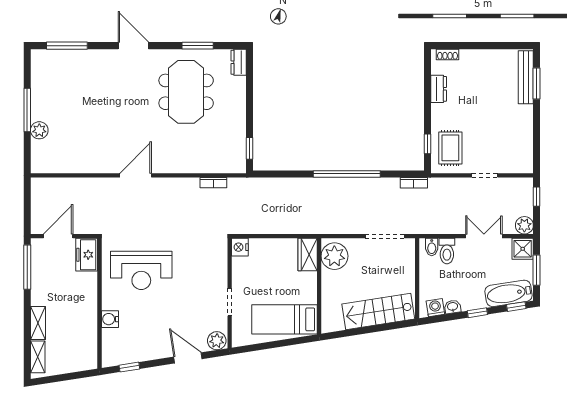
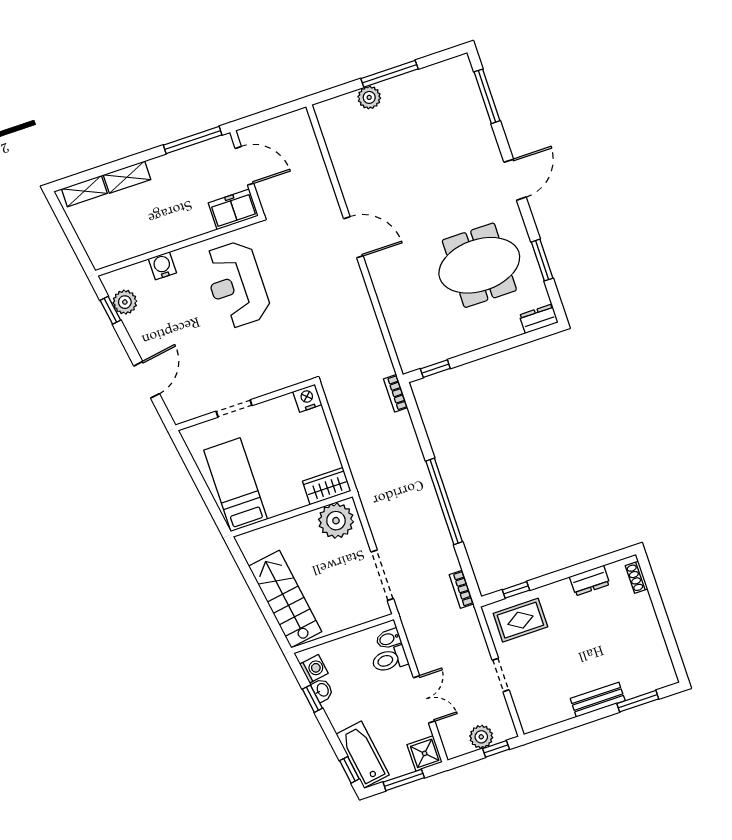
bench: (526, 77) -> (598, 700), moved, width x0.73
bookcase: (213, 183) -> (396, 393), moved
plant: (524, 225) -> (481, 737), moved
window: (477, 313) -> (312, 699), moved
plant: (217, 341) -> (125, 302), moved

